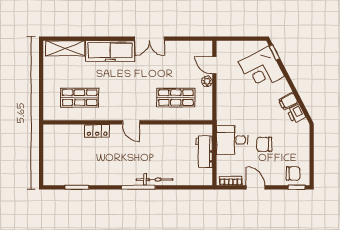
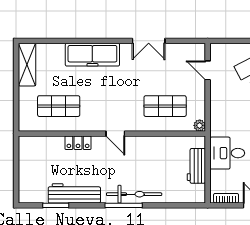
double door: (150, 39) -> (149, 41), moved
shelving: (65, 48) -> (27, 65), moved, turned 90
plant: (207, 81) -> (200, 125), moved
workbench: (94, 176) -> (74, 193), added
bicycle: (154, 179) -> (134, 194), width x1.37, depth x1.40

